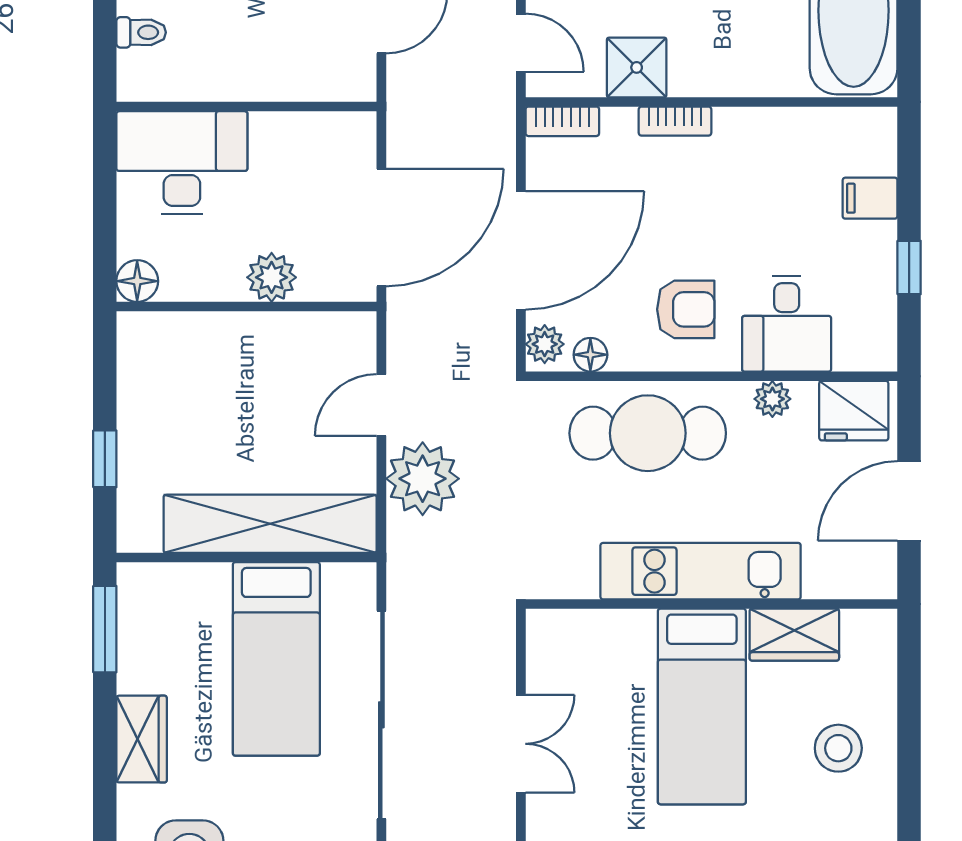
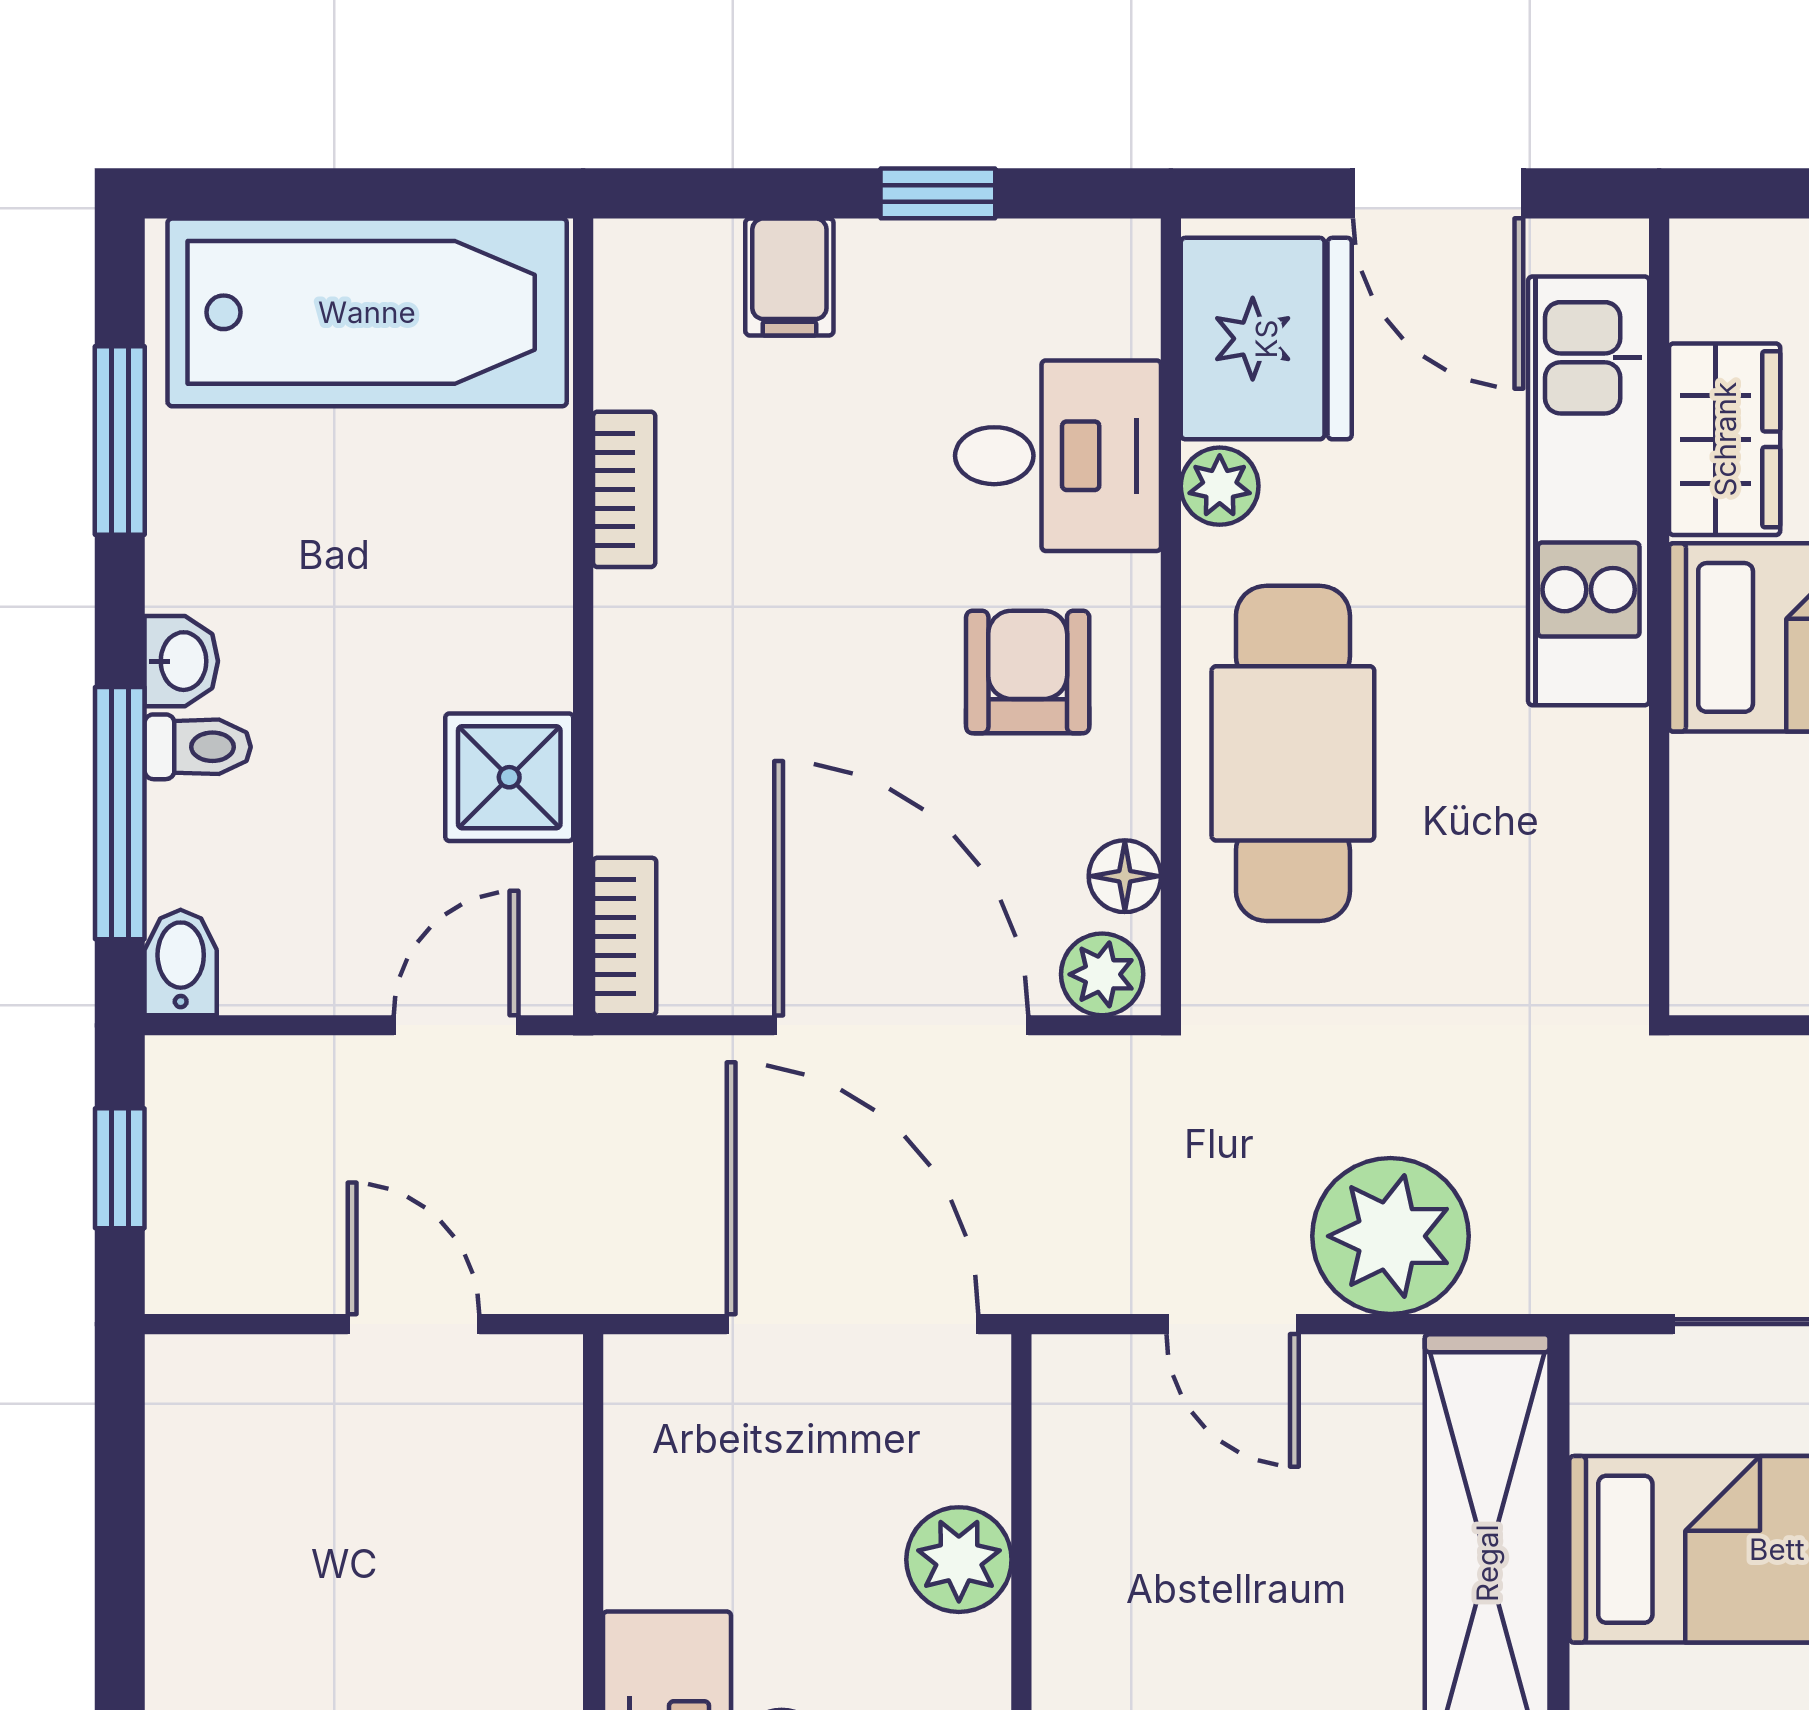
bookcase: (675, 121) -> (624, 489), moved
fridge: (854, 411) -> (1266, 339), width x1.36, depth x1.34
kitchen unit: (701, 571) -> (1589, 491), moved

